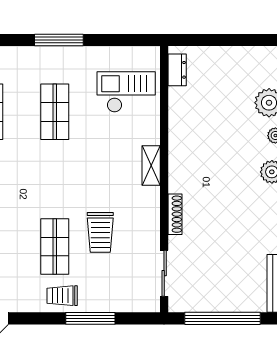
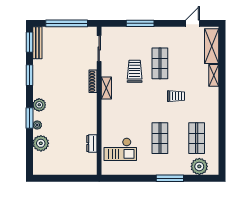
window: (59, 40) -> (170, 178), moved
dresser: (177, 70) -> (92, 144), moved
shelving: (151, 165) -> (106, 88), moved
trolley: (62, 296) -> (176, 96), moved

